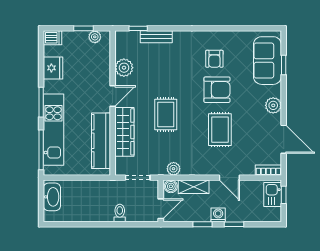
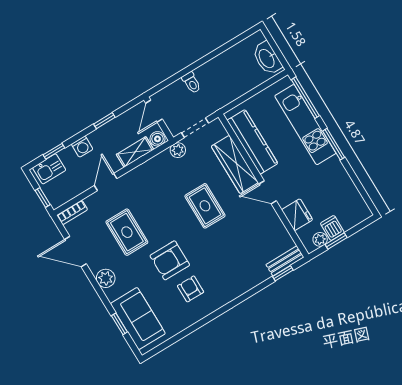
bench: (156, 37) -> (285, 261), moved
dishwasher: (53, 38) -> (332, 228), moved, turned 90
fridge: (53, 68) -> (297, 215), moved, turned 180
plant: (124, 68) -> (273, 227), removed
door: (113, 96) -> (268, 192), hinge flipped
rug: (220, 130) -> (127, 232), moved
plant: (174, 169) -> (178, 150), moved
door: (229, 178) -> (106, 182), hinge flipped
kitchen sink: (273, 195) -> (49, 169), moved, turned 90
washing machine: (218, 215) -> (82, 147), moved
window: (234, 224) -> (54, 151), moved

